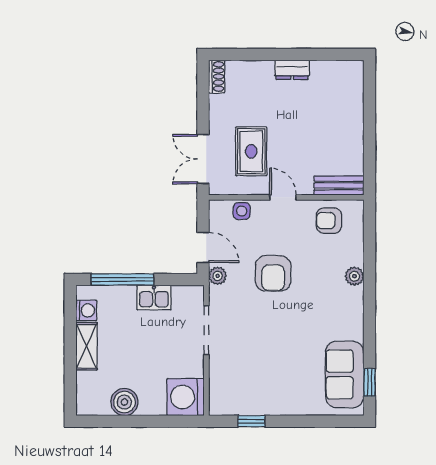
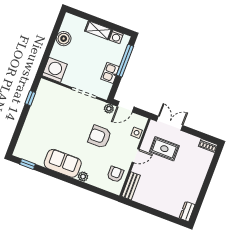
dresser: (292, 70) -> (187, 211), moved
sofa: (345, 374) -> (63, 163), moved

